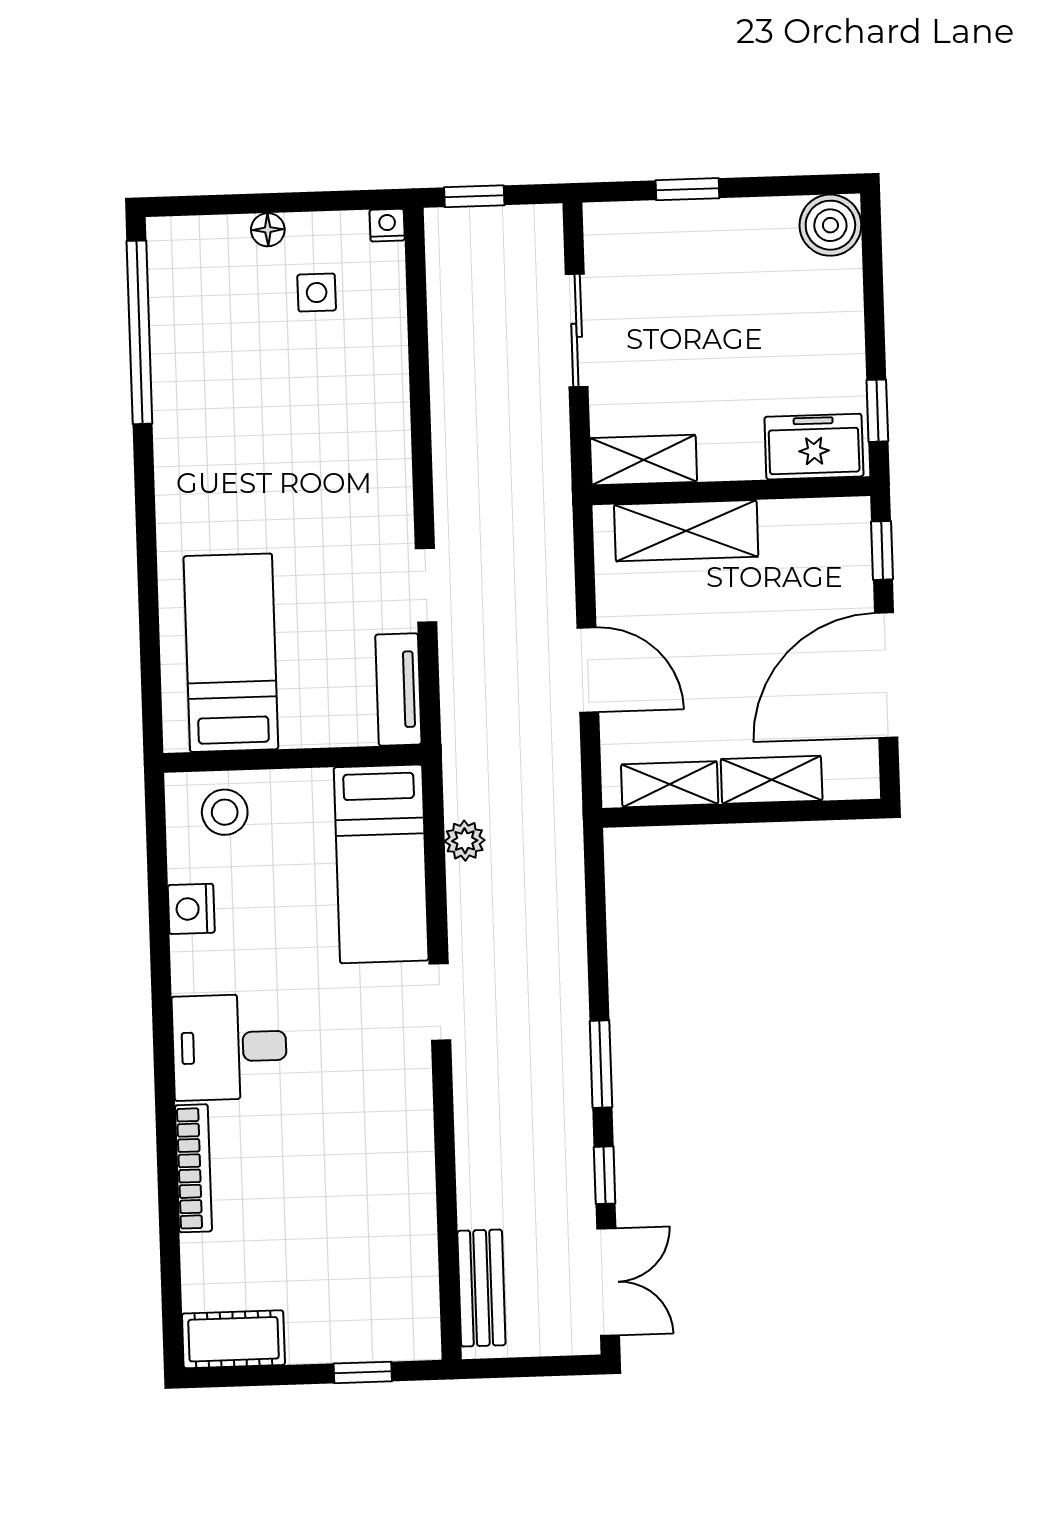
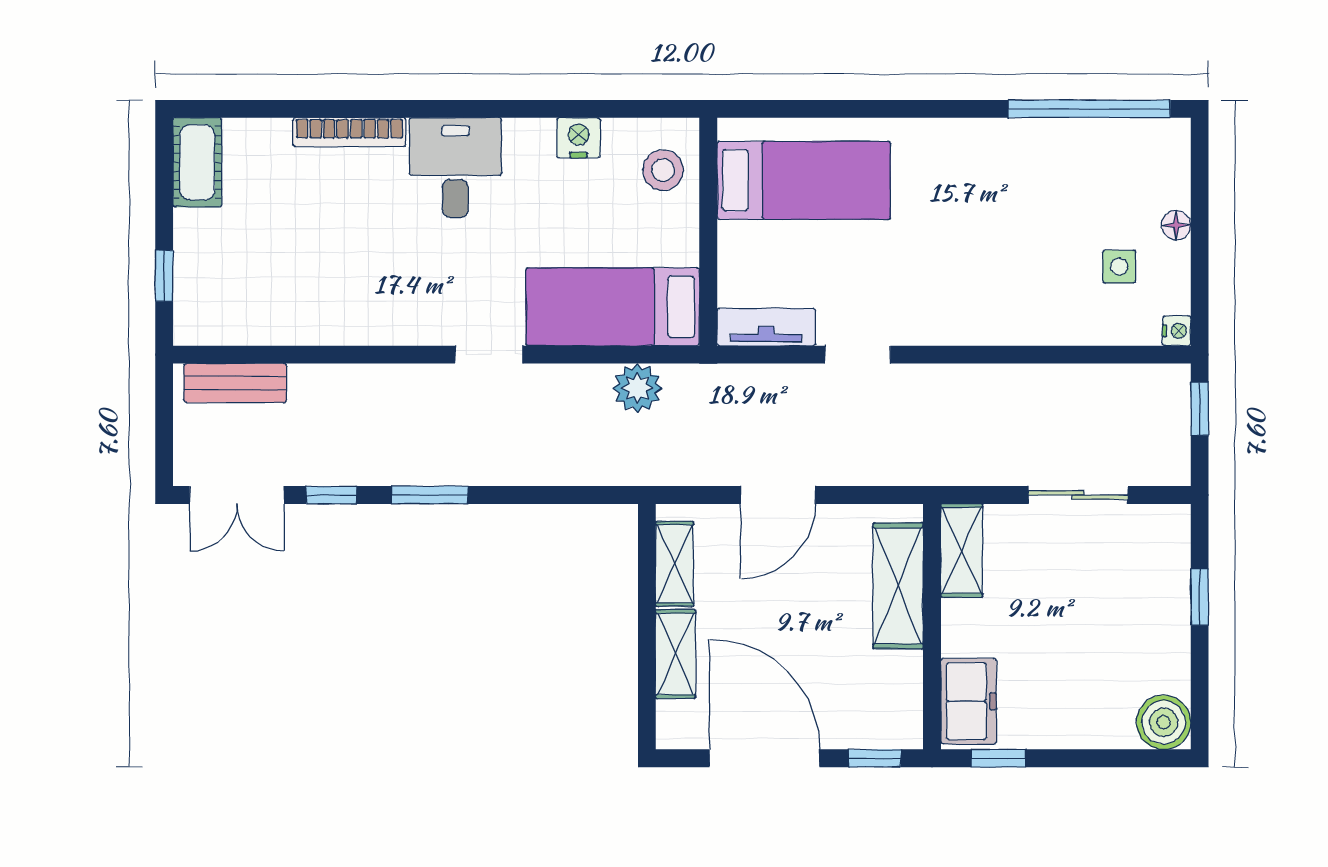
plant: (465, 841) -> (637, 388), width x1.38, depth x1.38

